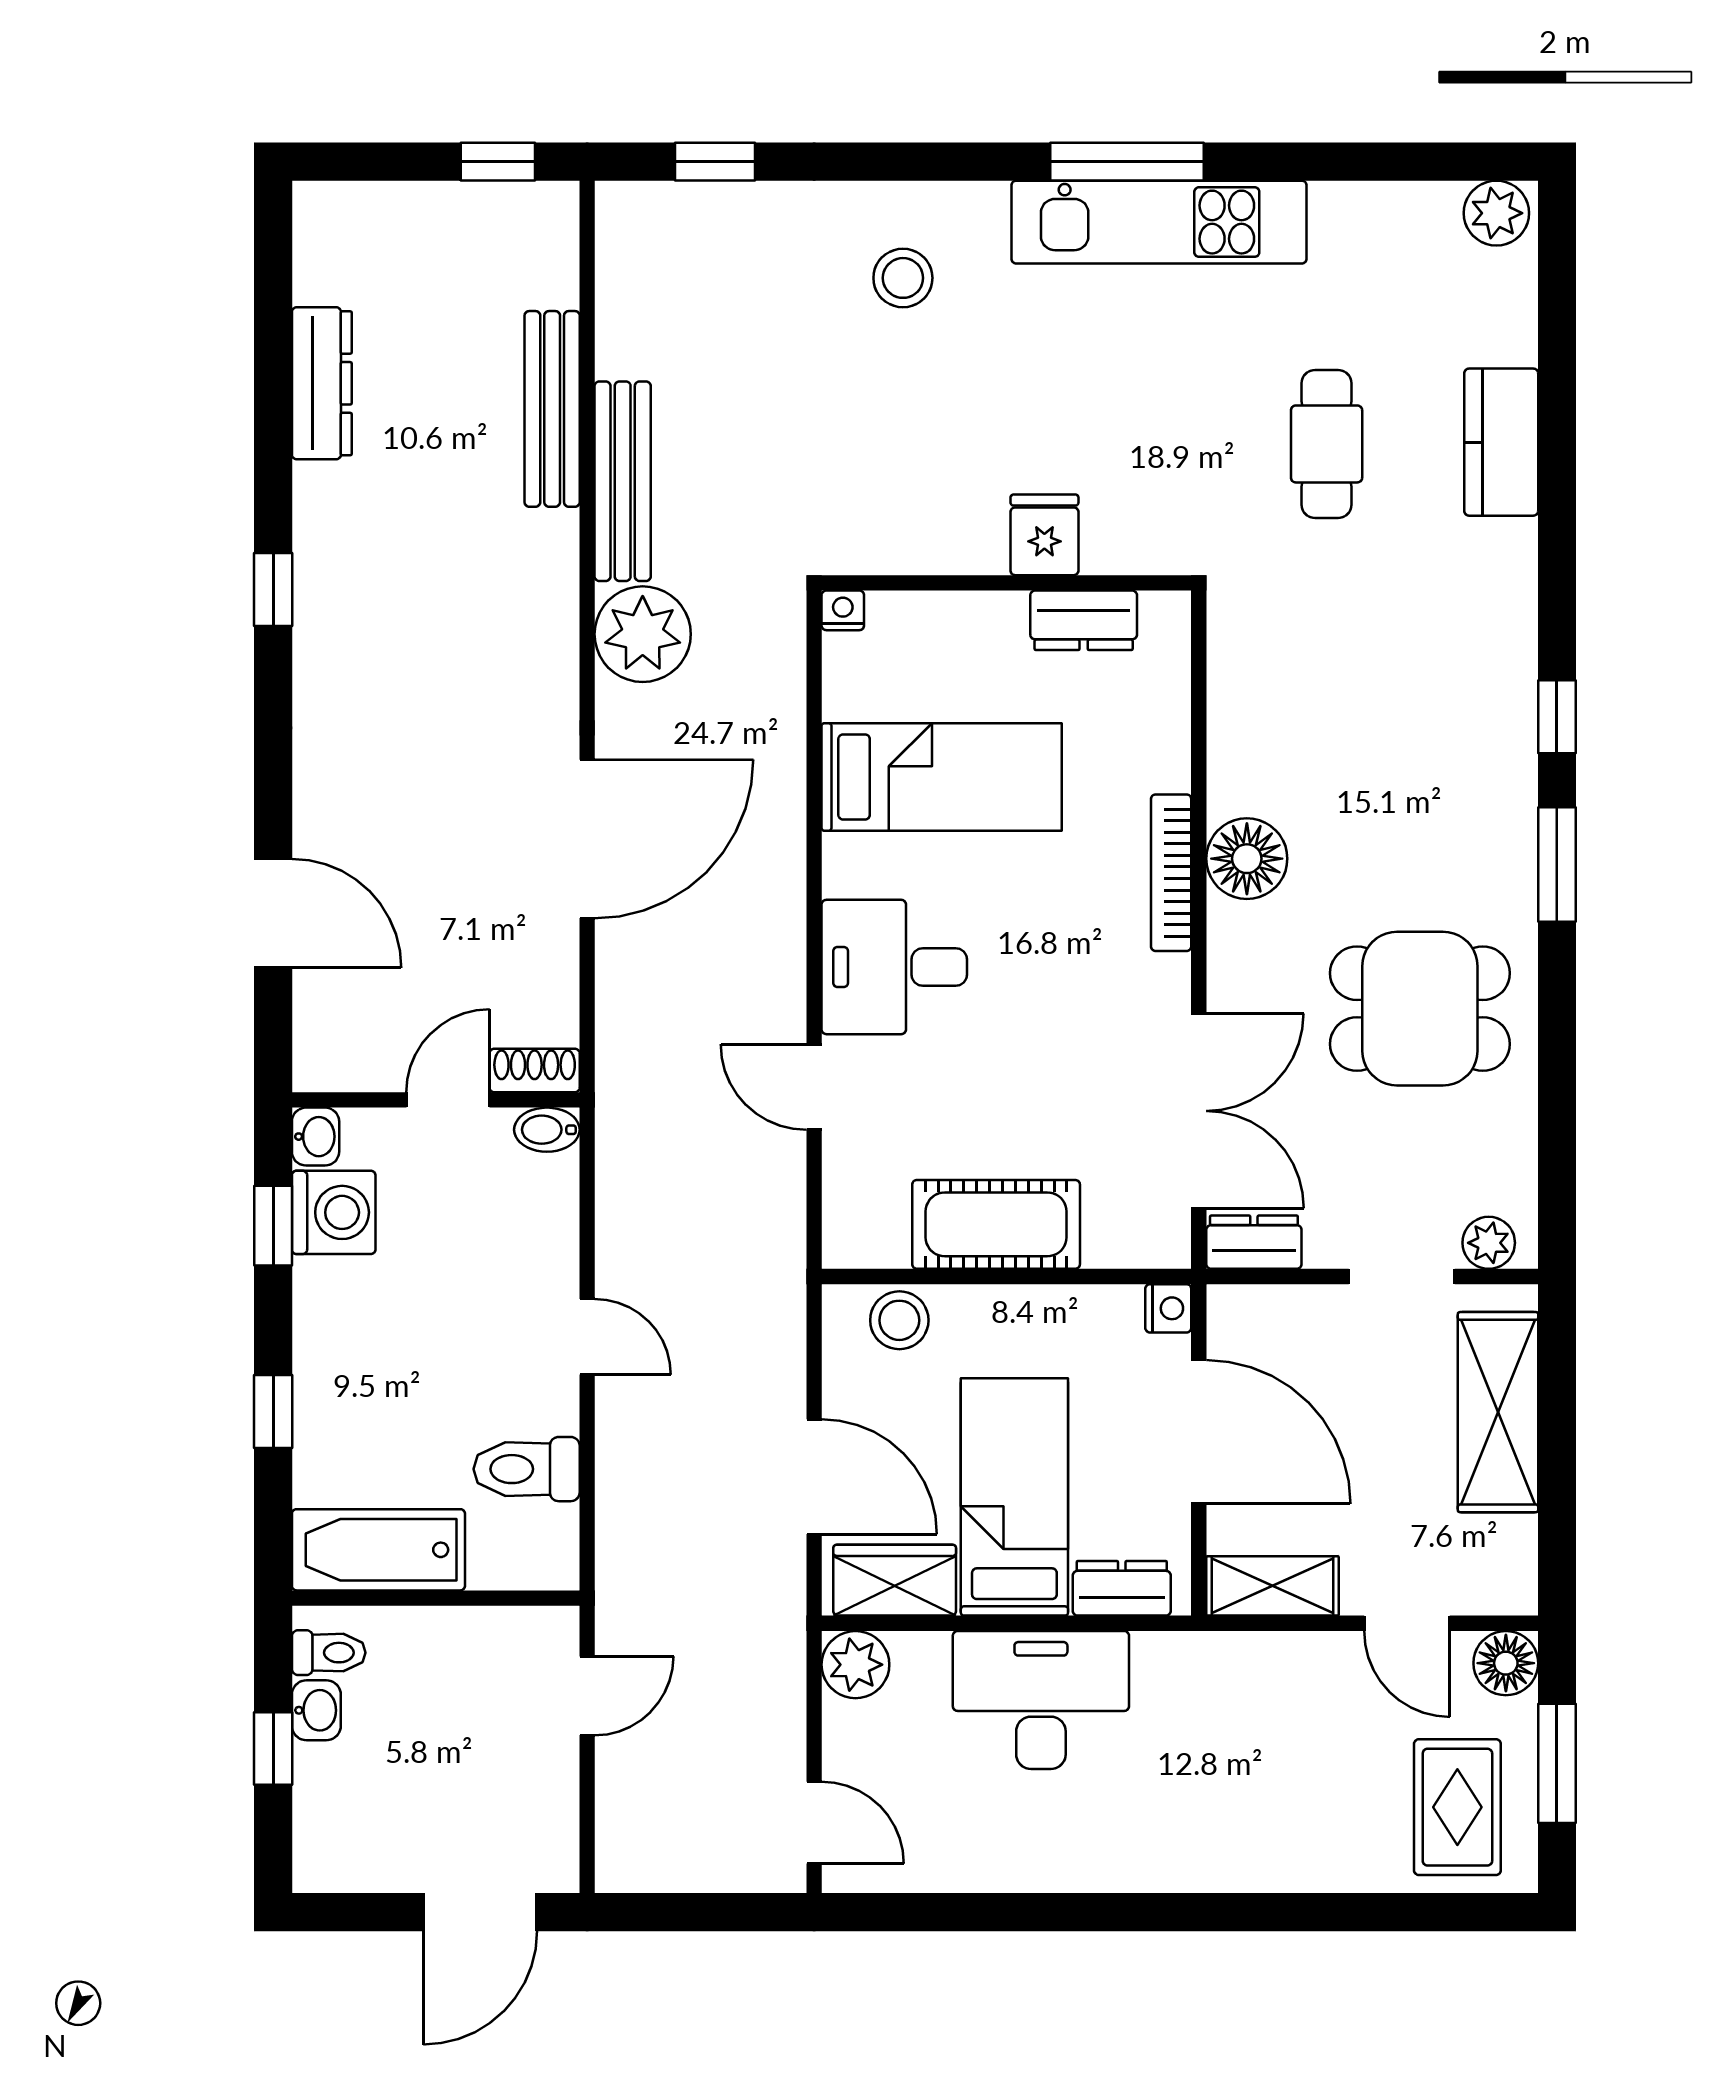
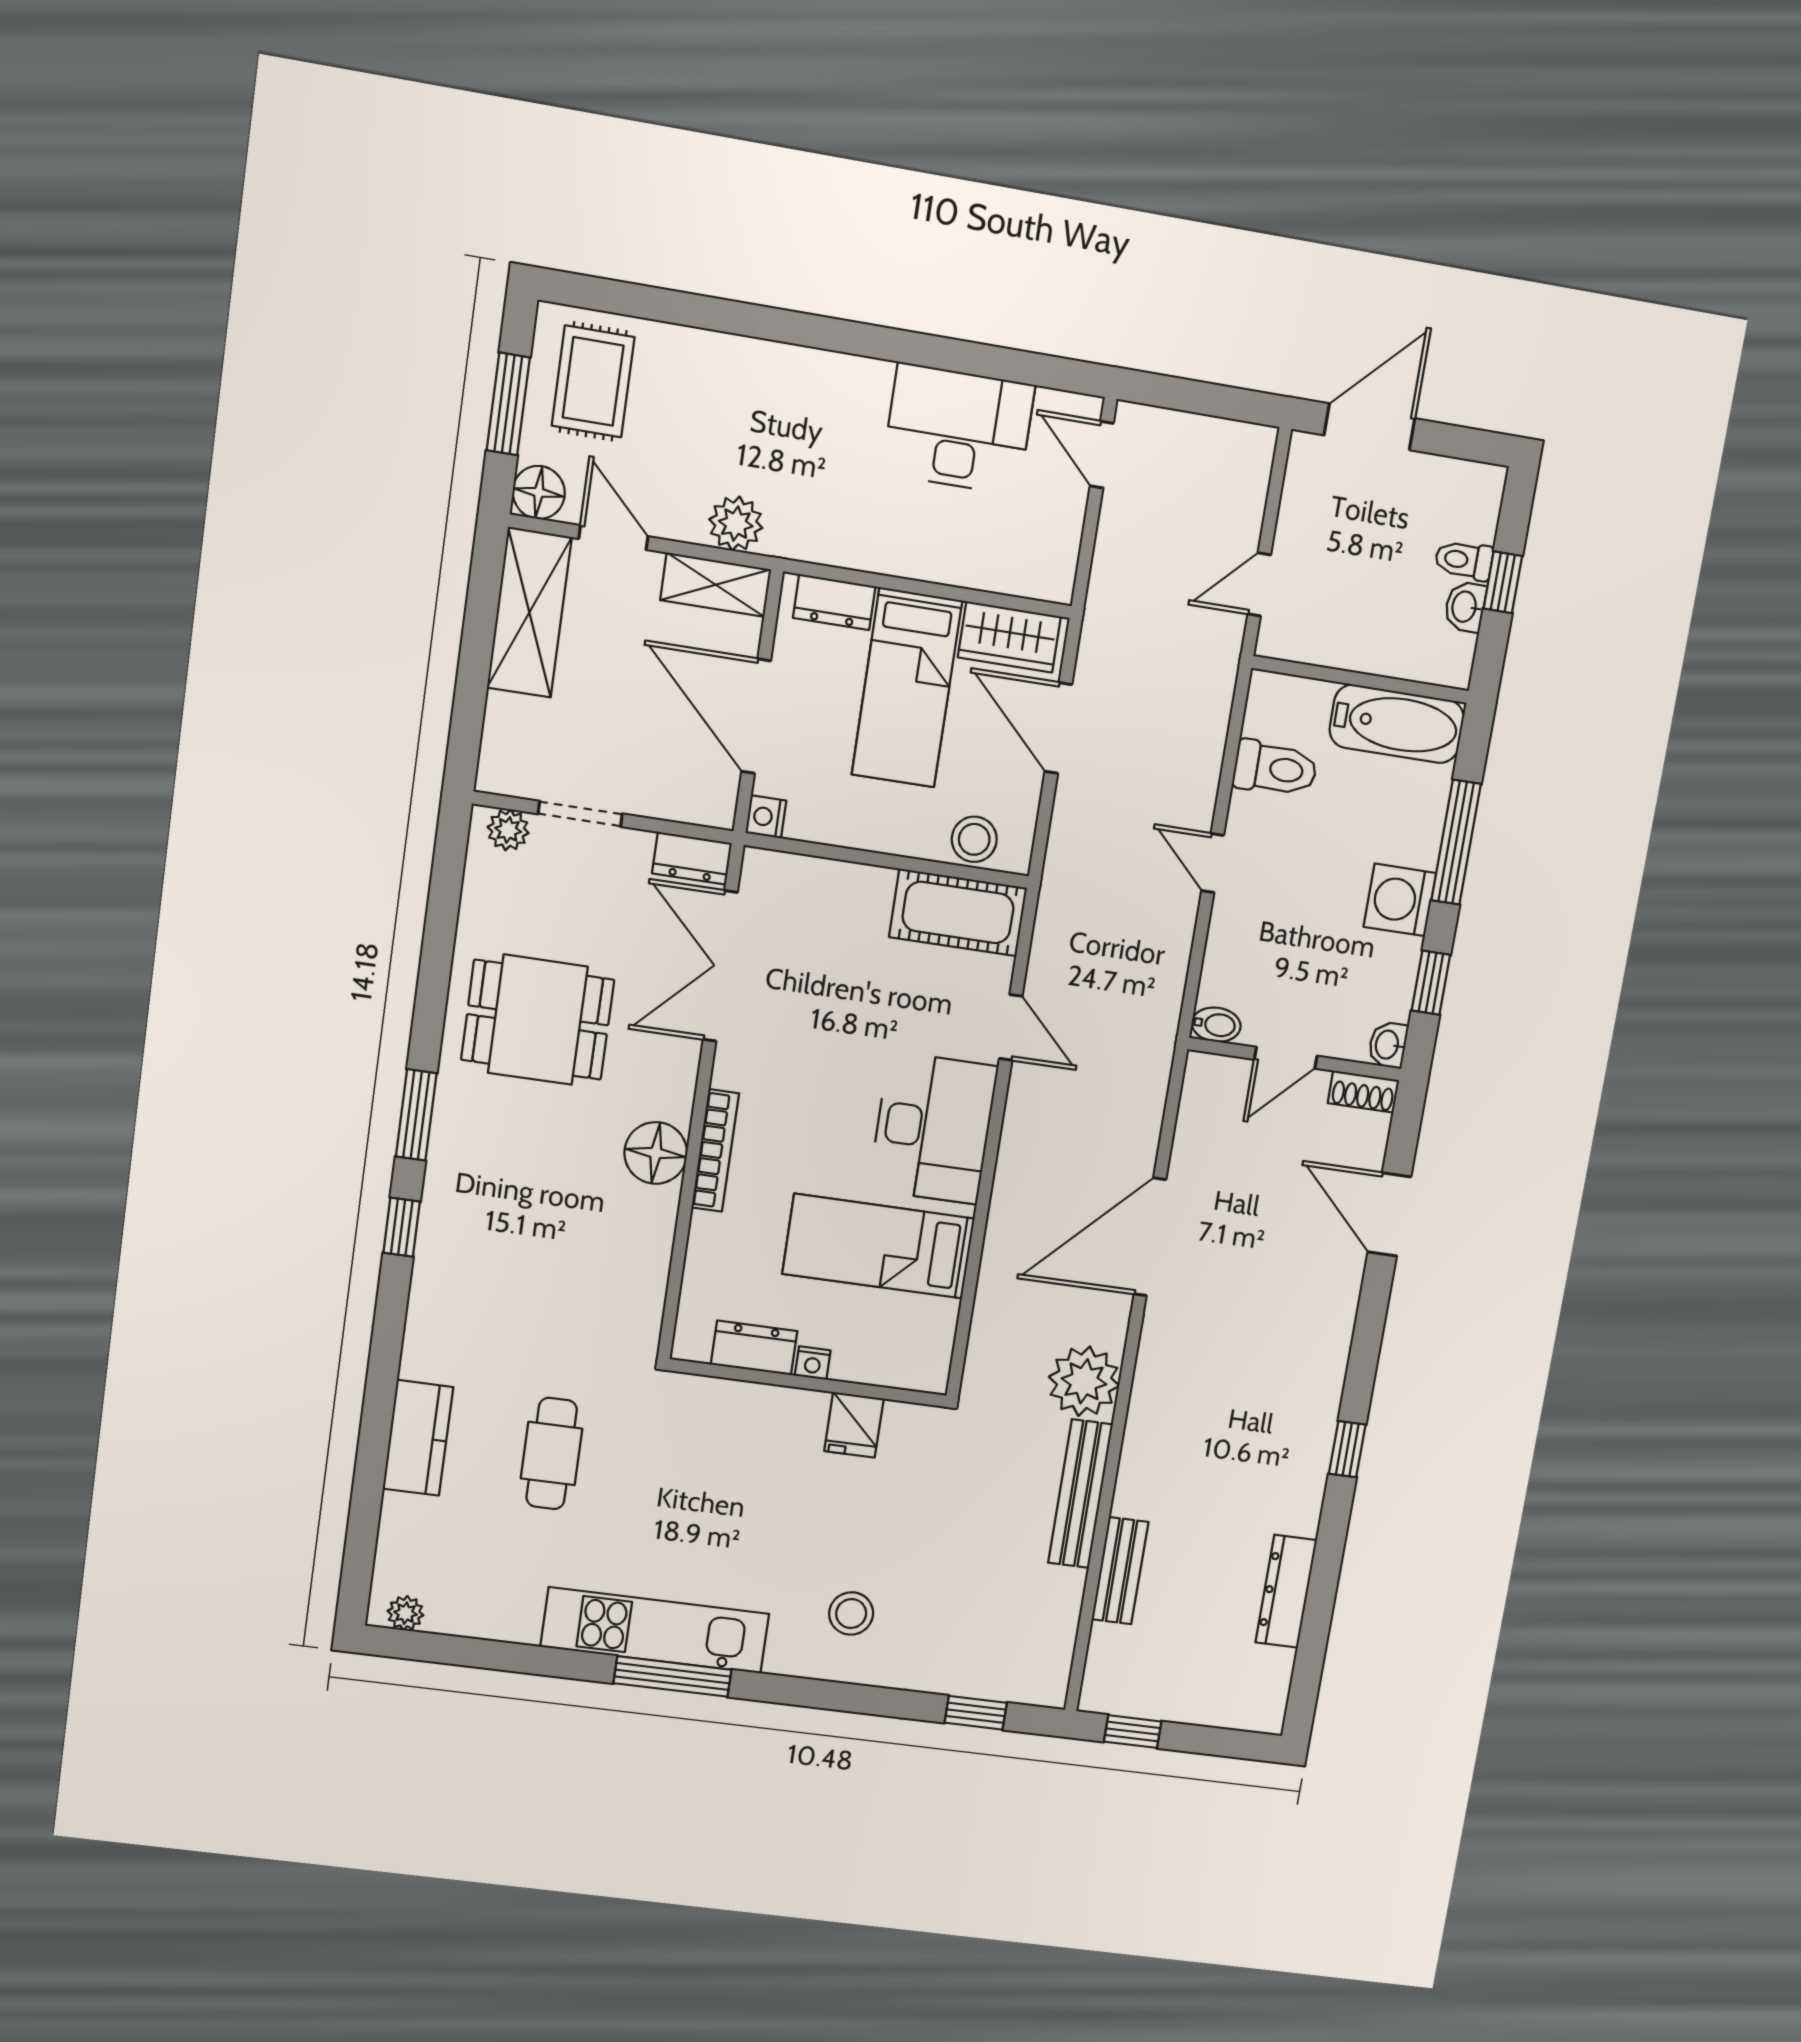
plant: (1496, 213) -> (405, 1613), width x0.73, depth x0.73
bench: (552, 409) -> (1120, 1571), width x0.73
fridge: (1044, 535) -> (854, 1425), moved
nightstand: (843, 610) -> (813, 1363), moved
desk: (894, 967) -> (933, 1128), width x1.37
shoe rack: (535, 1070) -> (1363, 1092), moved
washing machine: (334, 1212) -> (1400, 900), moved
cot: (996, 1224) -> (958, 912), moved
window: (273, 1411) -> (1456, 842), width x2.17
shelving: (1498, 1412) -> (529, 612), moved
toilet: (329, 1653) -> (1464, 560), moved
plant: (855, 1665) -> (736, 524), moved
desk: (1041, 1700) -> (958, 429), moved, turned 180

